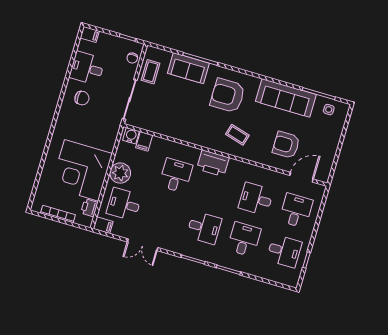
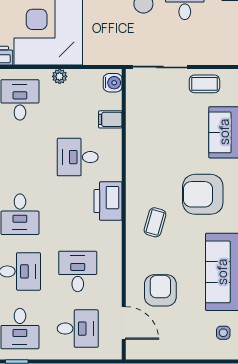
chair: (132, 58) -> (215, 55), removed
armchair: (228, 95) -> (203, 194), turned -90
filing cabinet: (144, 141) -> (110, 119), moved
plant: (120, 173) -> (60, 76), width x0.53, depth x0.53
desk: (176, 175) -> (78, 157), turned 180

